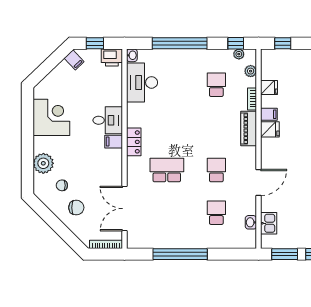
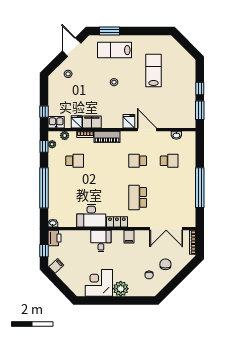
desk: (142, 82) -> (91, 216), moved
school desk: (216, 85) -> (75, 161), turned 180
filing cabinet: (269, 114) -> (92, 122), width x2.00
fridge: (270, 129) -> (129, 121), moved
filing cabinet: (114, 142) -> (129, 237), moved
plant: (43, 163) -> (121, 289), moved
school desk: (216, 213) -> (169, 161), turned 180
kitchen sink: (269, 223) -> (56, 122), moved

